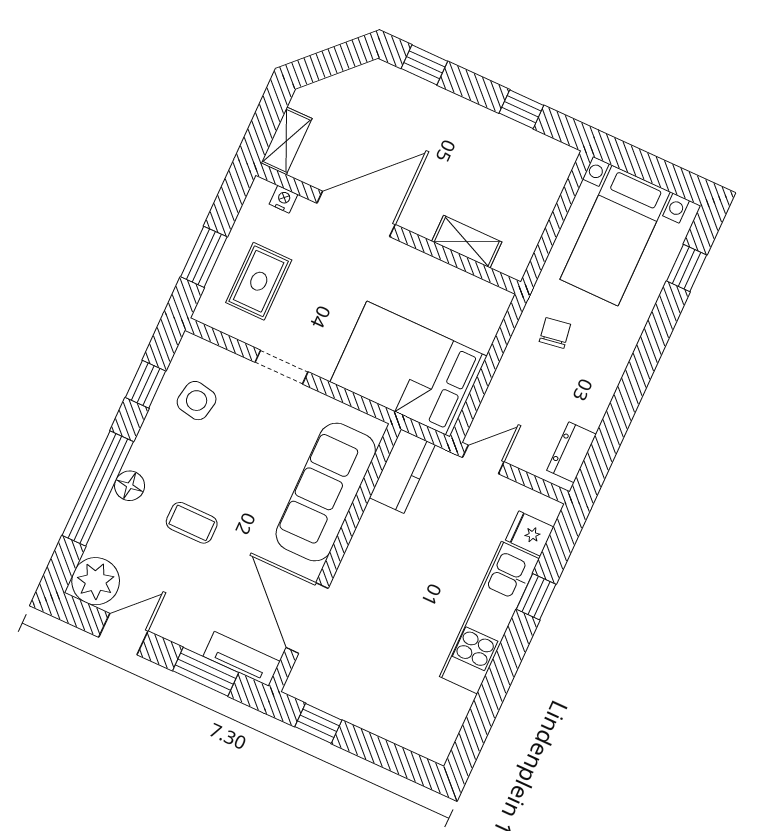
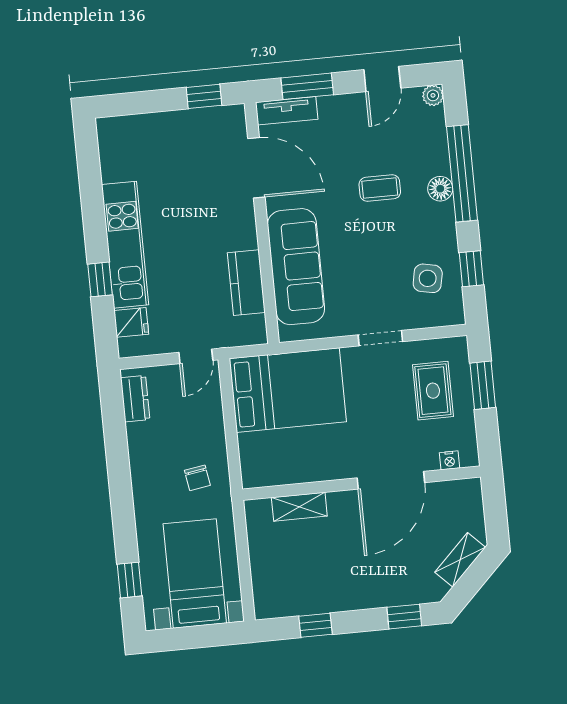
shelving: (286, 141) -> (460, 560), moved, turned 45
kitchen counter: (402, 471) -> (246, 283), moved
plant: (96, 581) -> (433, 95), width x0.53, depth x0.53

